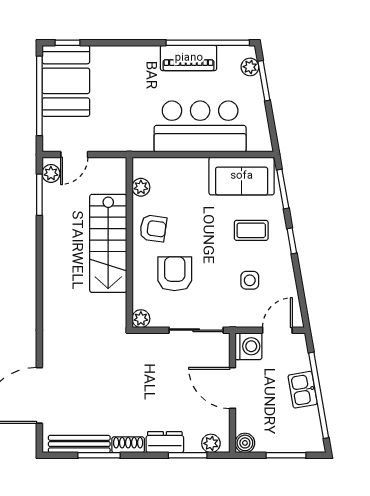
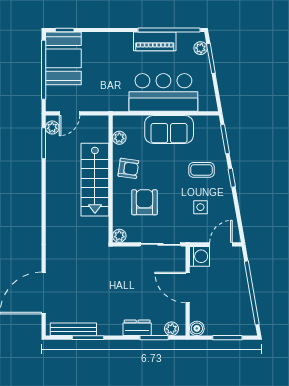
sofa: (242, 176) -> (169, 129), moved
kitchen sink: (303, 390) -> (240, 289), removed
shoe rack: (128, 445) -> (110, 330), removed

